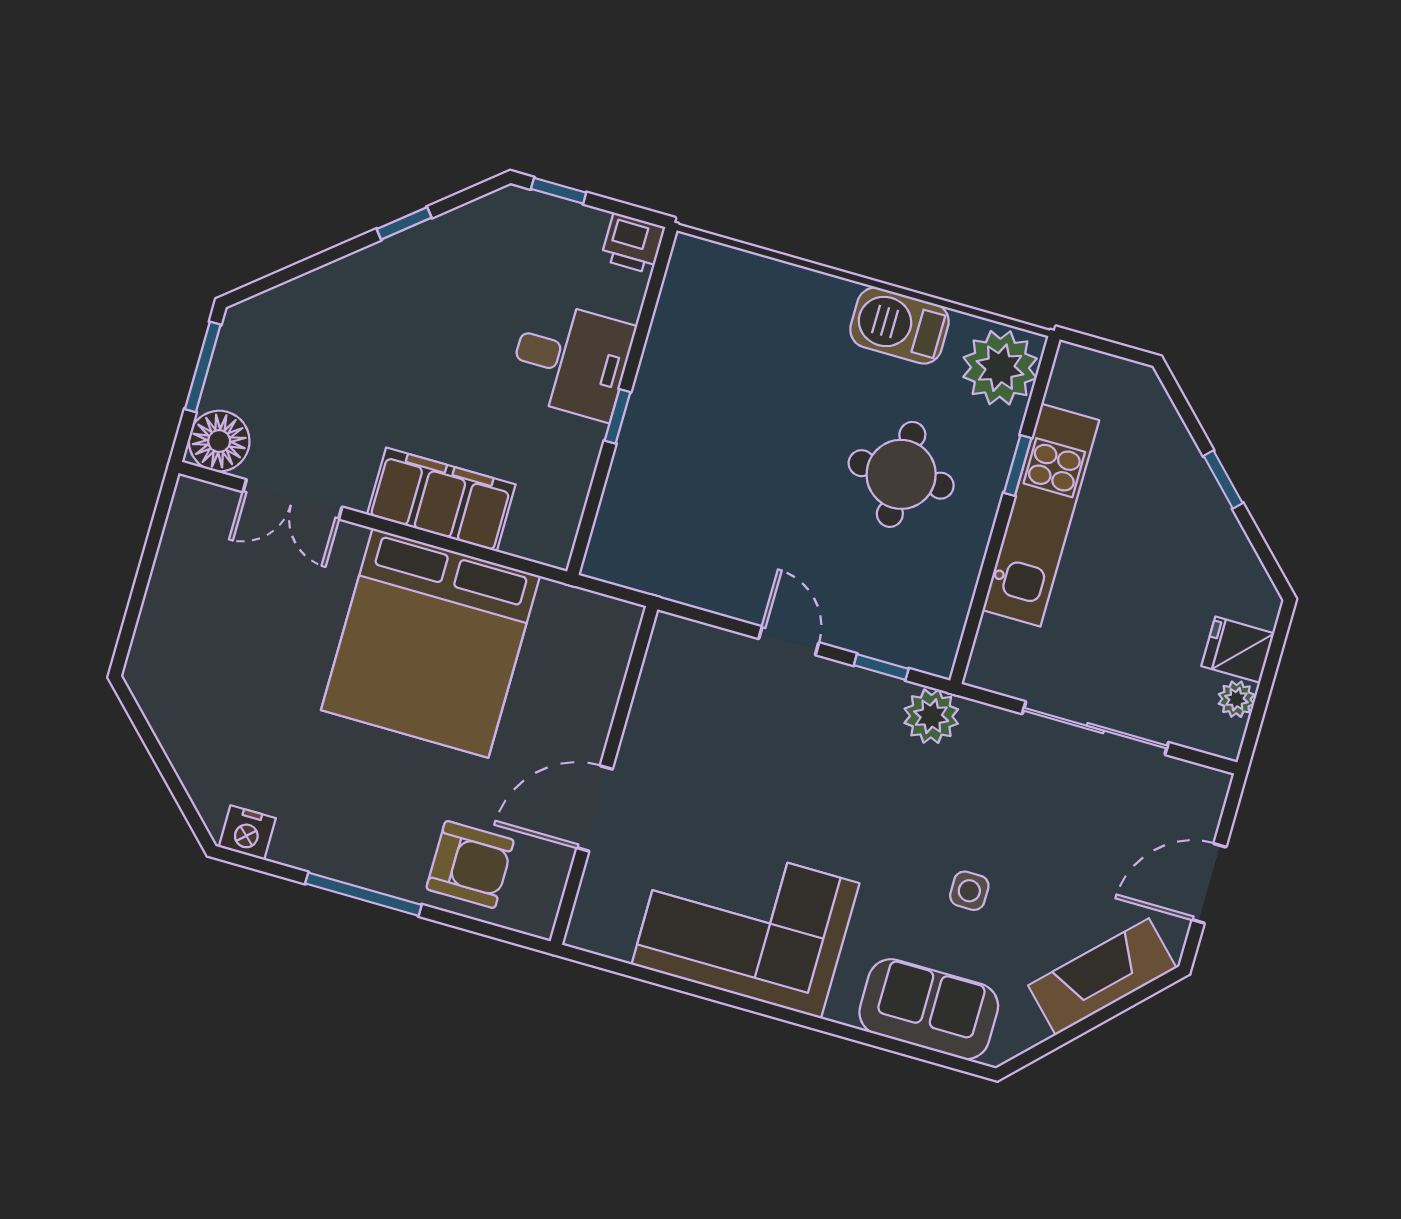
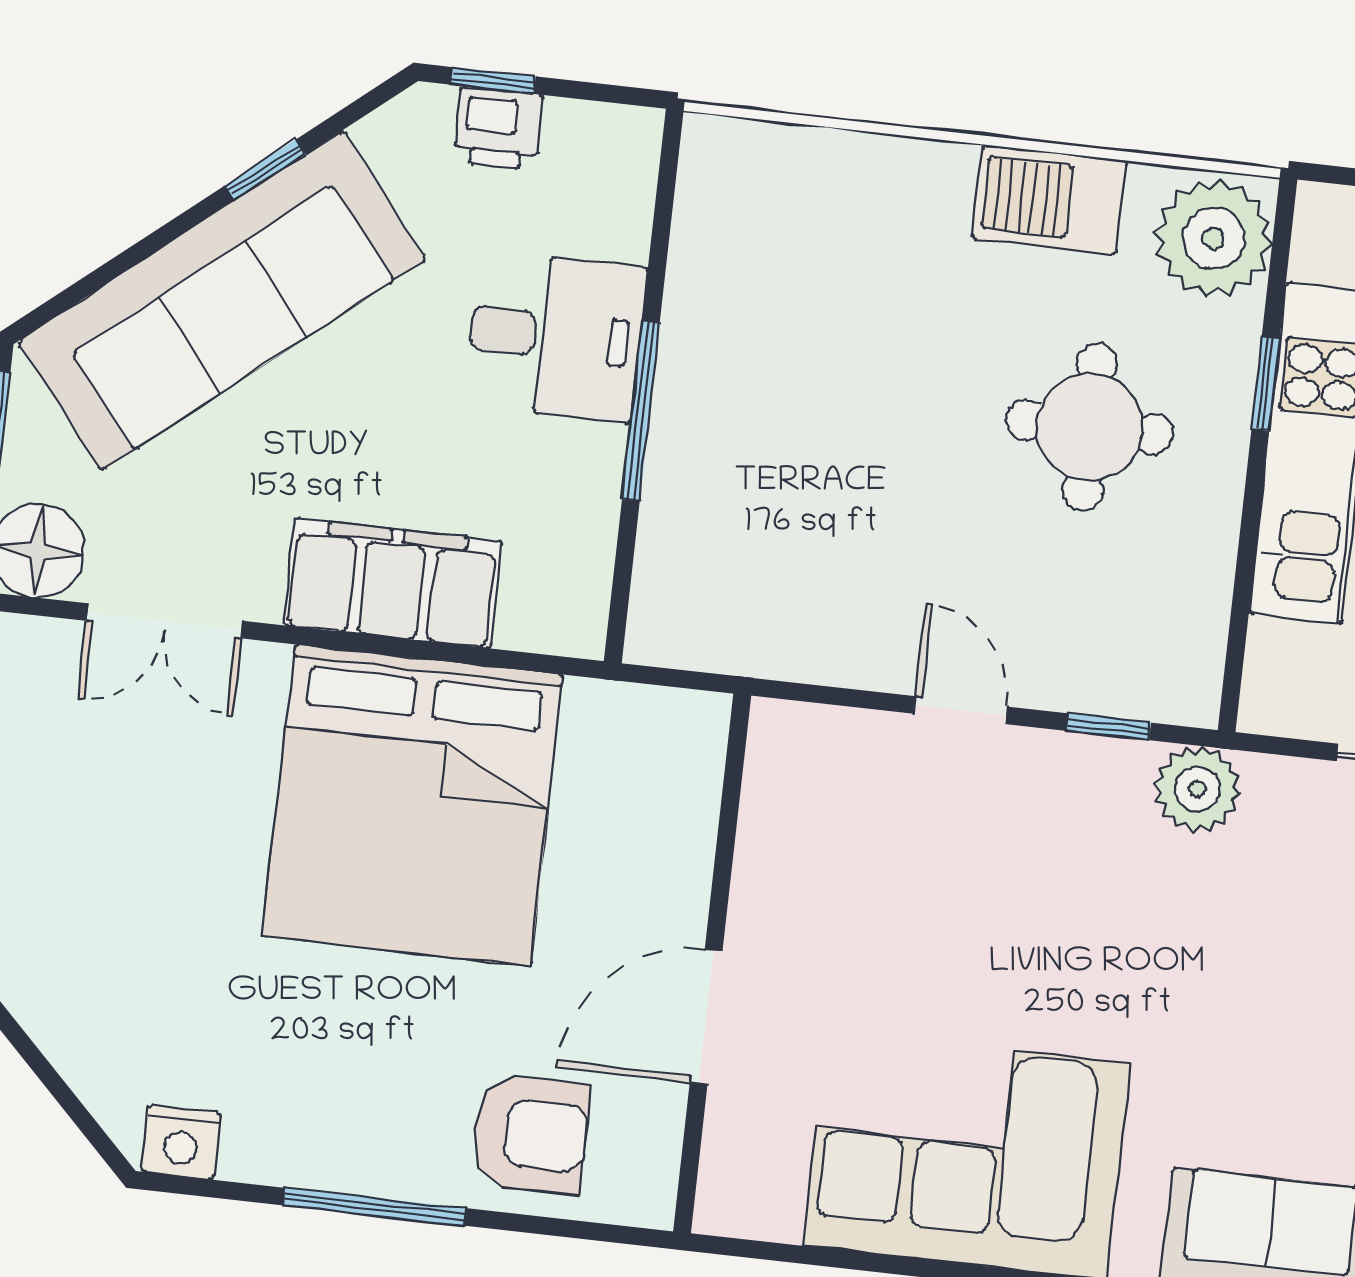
printer: (633, 243) -> (498, 128), moved
sofa: (363, 302) -> (222, 300), added
window: (618, 416) -> (641, 411), width x2.17
side table: (969, 891) -> (1301, 1046), removed

